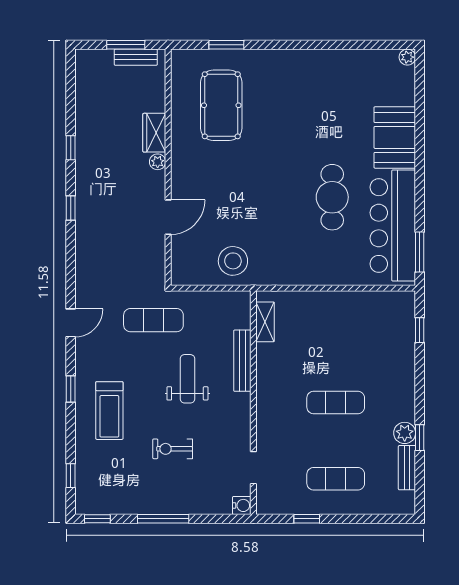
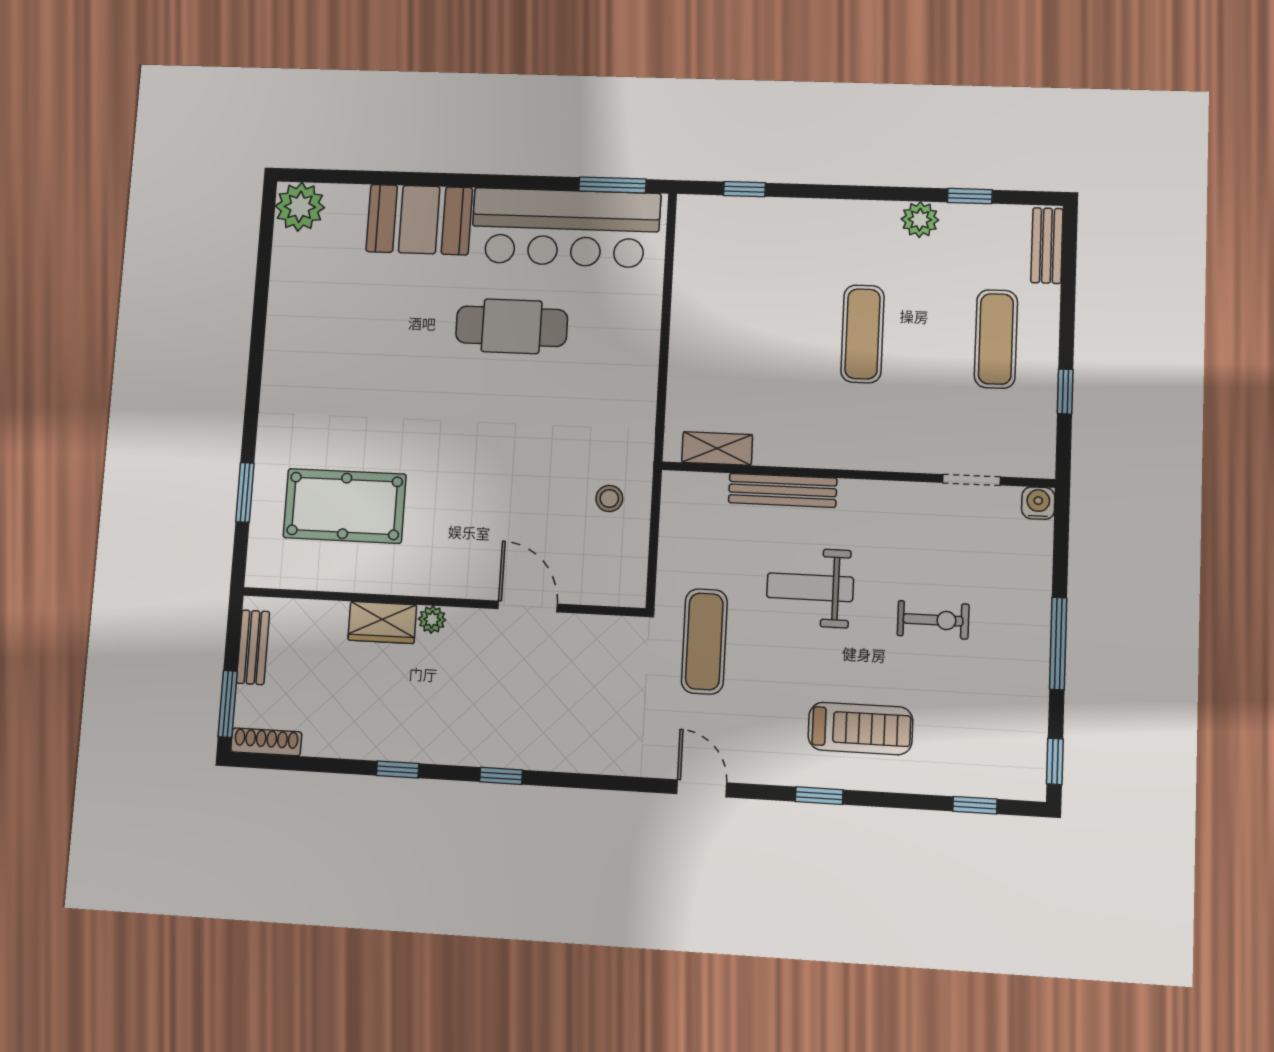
window: (126, 45) -> (228, 704), moved
plant: (407, 57) -> (300, 207), width x1.87, depth x1.87
shoe rack: (82, 70) -> (266, 742), added
stool: (233, 261) -> (609, 498), width x0.53, depth x0.53
window: (420, 438) -> (970, 196), moved
exercise bike: (173, 449) -> (933, 620), turned -90
bench: (407, 468) -> (1047, 246), moved, turned 90

